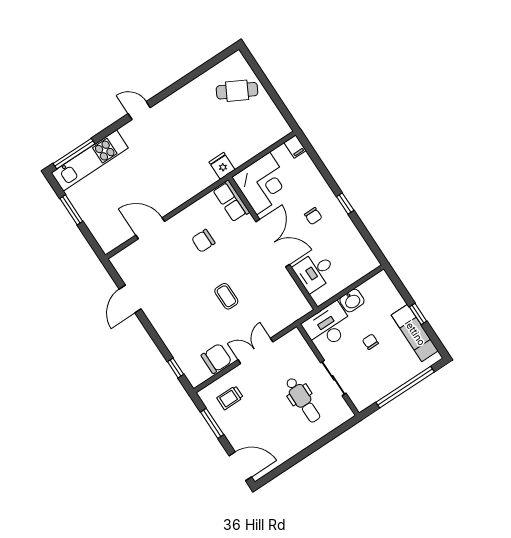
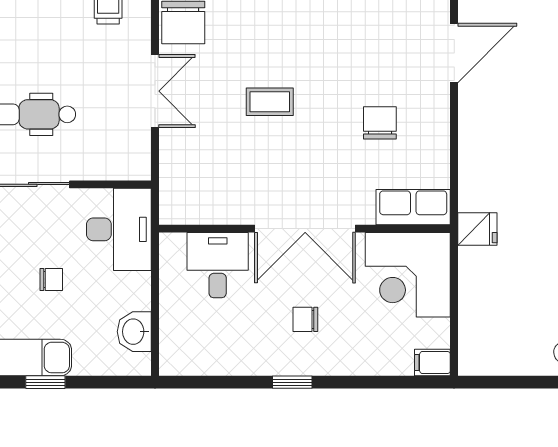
washbasin: (352, 300) -> (134, 332), moved

